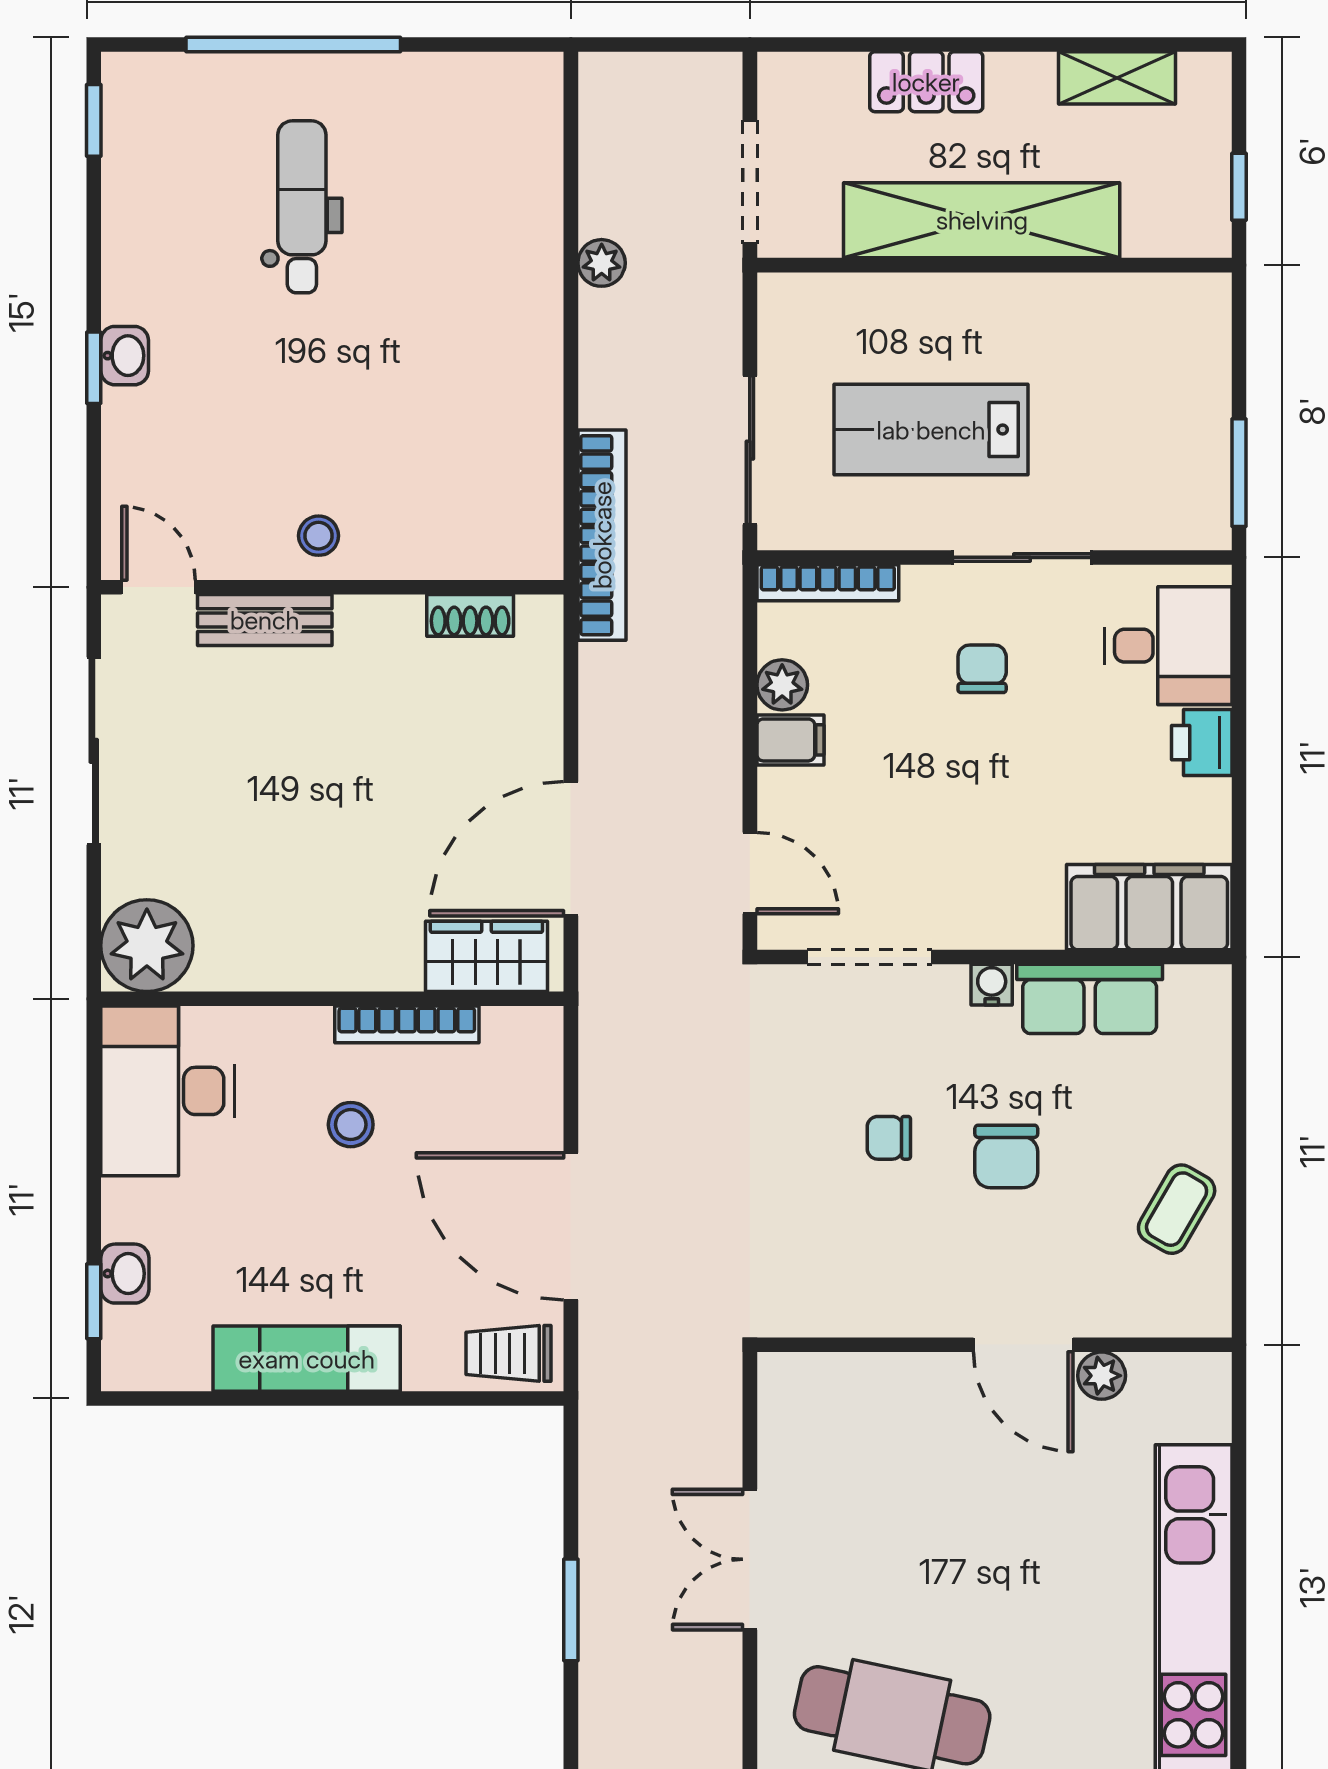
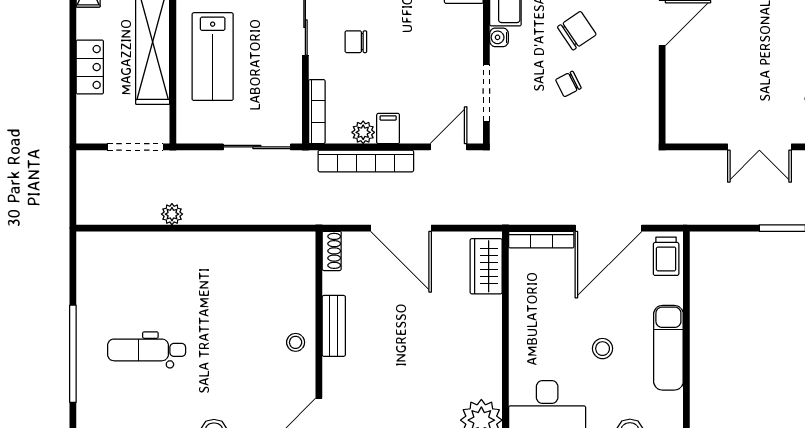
lab bench: (931, 430) -> (213, 57), moved
bookcase: (602, 535) -> (366, 161), moved, turned 180
shoe rack: (470, 615) -> (332, 251), moved
bench: (265, 620) -> (334, 326), moved
door: (571, 849) -> (401, 228), moved
bookcase: (407, 1024) -> (541, 240), moved, turned 90
stool: (351, 1125) -> (603, 349), moved
chair: (889, 1138) -> (568, 84), turned 63
chair: (1006, 1156) -> (577, 31), turned -34

